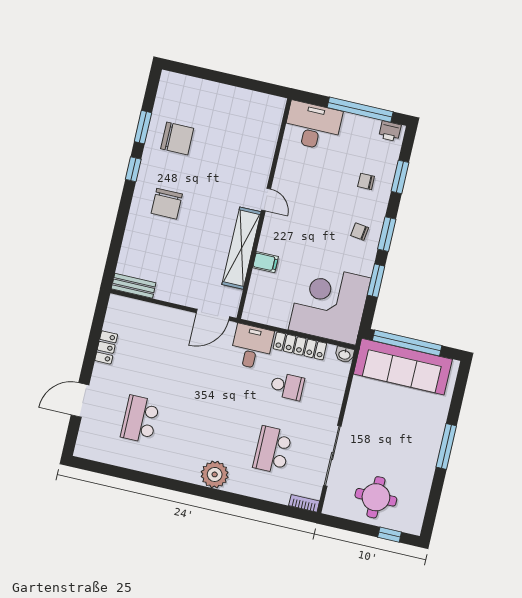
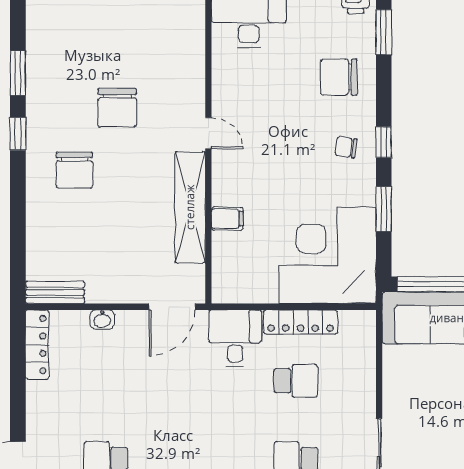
chair: (177, 139) -> (117, 108), moved, turned 90
window: (400, 177) -> (384, 32), moved
chair: (366, 181) -> (339, 77), width x1.87, depth x1.87
window: (387, 234) -> (384, 142), width x0.67
locker: (106, 347) -> (37, 345), moved, width x1.53
washbasin: (345, 354) -> (102, 320), moved

